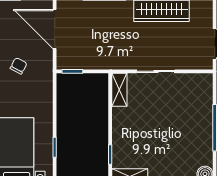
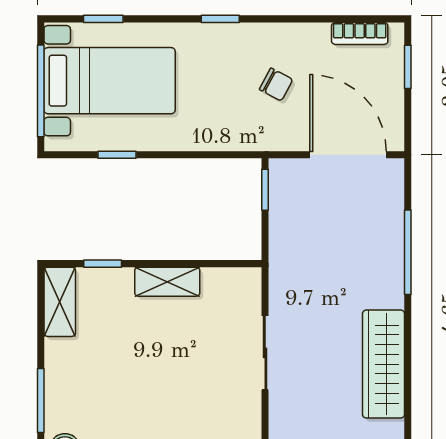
door: (55, 29) -> (348, 155), hinge flipped
shelving: (119, 90) -> (167, 282), moved

